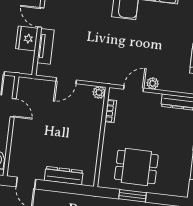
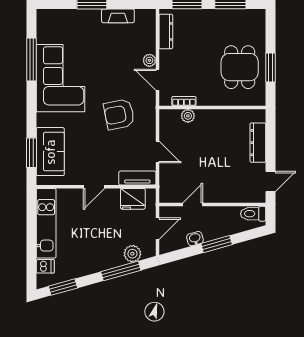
fridge: (27, 38) -> (133, 199), moved
tv unit: (46, 46) -> (137, 178), moved
armchair: (106, 49) -> (119, 114), added
plant: (99, 92) -> (188, 116), moved

